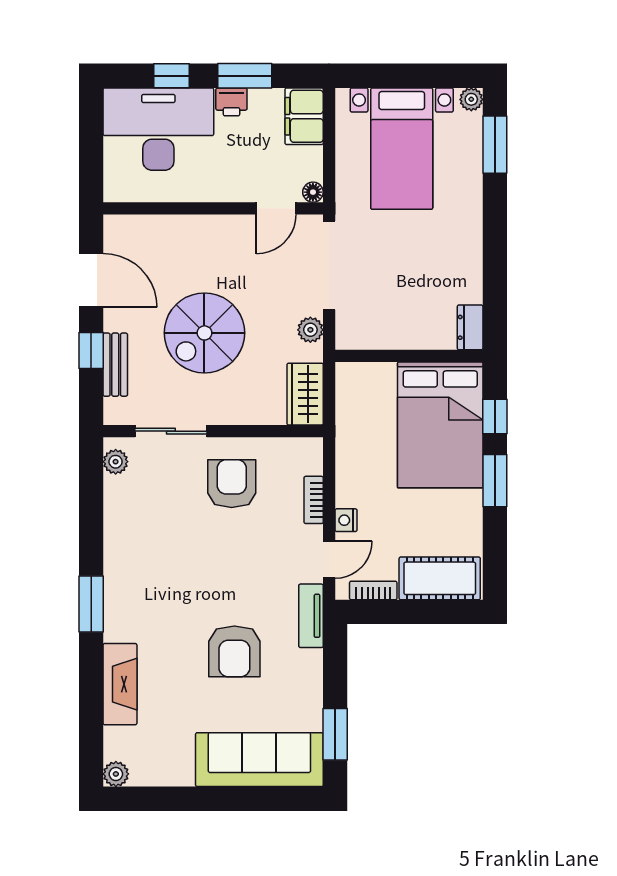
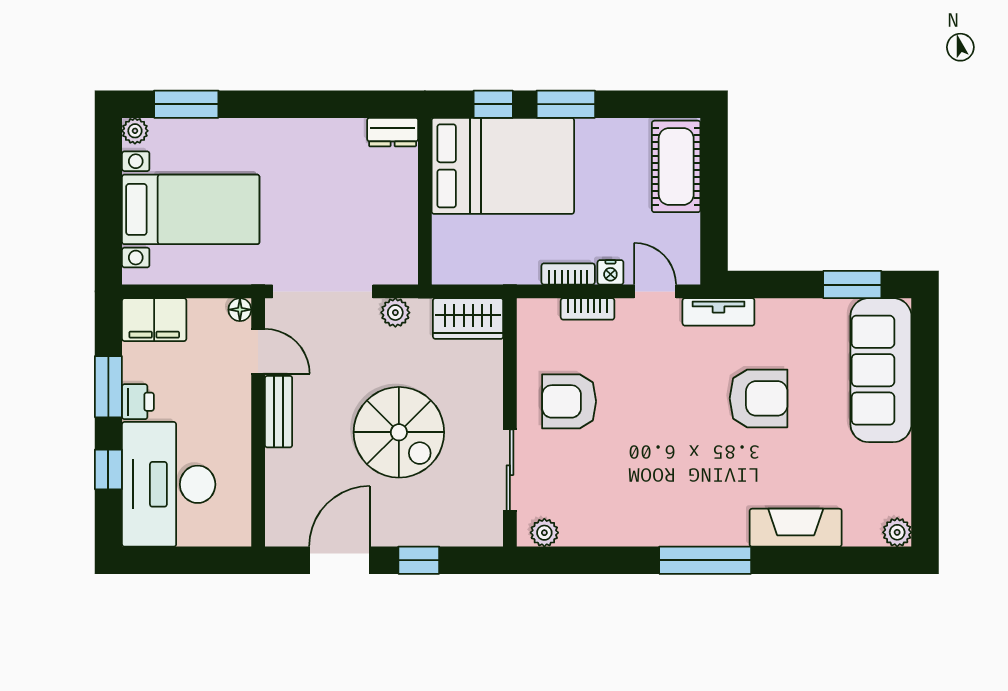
bench: (115, 365) -> (279, 412), moved, turned 90
bookcase: (373, 590) -> (568, 274), moved, turned 90
window: (91, 604) -> (705, 560), width x1.44

